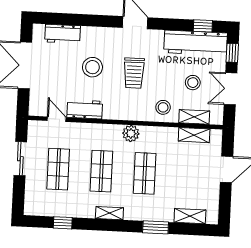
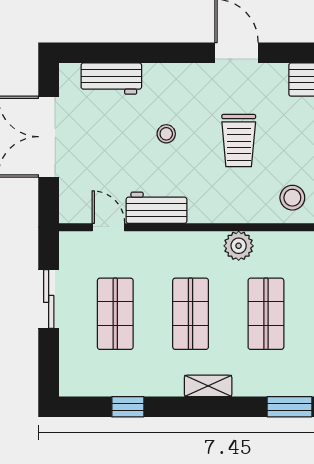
stool: (92, 67) -> (166, 134), width x0.53, depth x0.53

